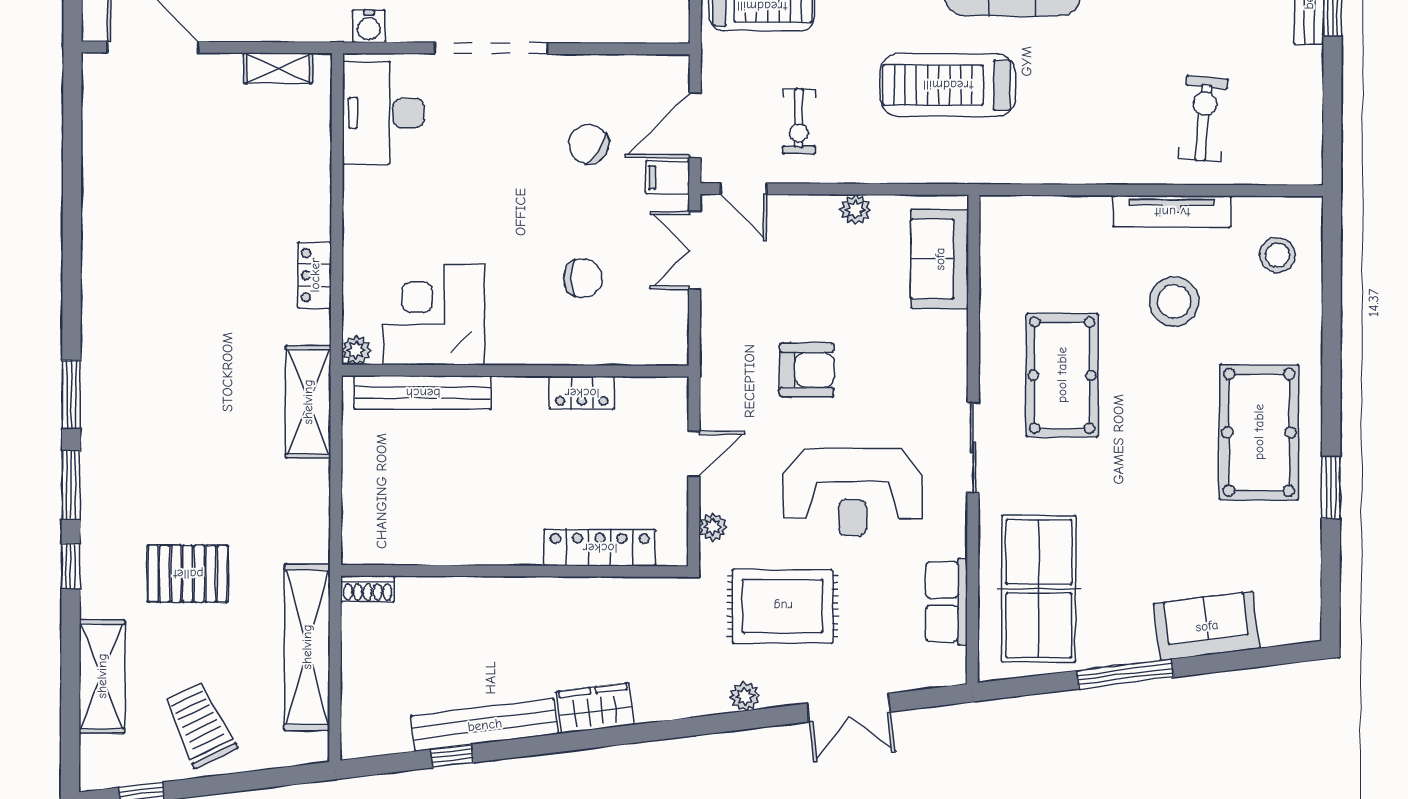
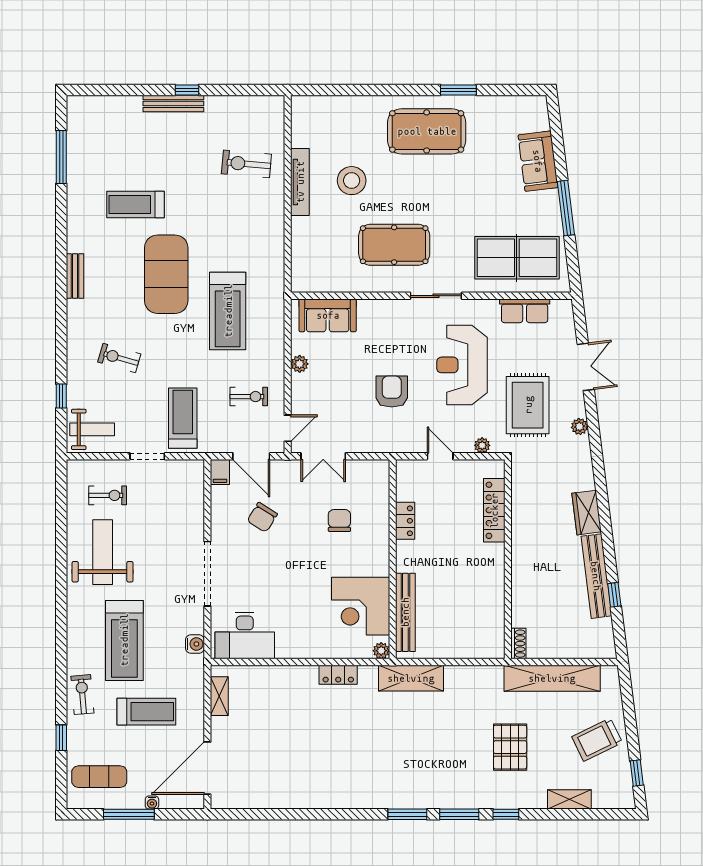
filing cabinet: (668, 178) -> (220, 472), moved
stool: (1277, 255) -> (325, 121), removed
reception desk: (853, 492) -> (462, 365), turned 180
shelving: (102, 676) -> (569, 799), width x0.67, depth x0.75

